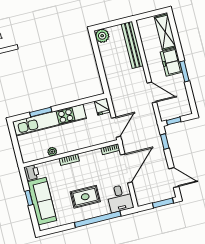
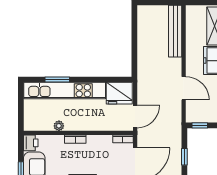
plant: (102, 36) -> (145, 13), removed
fridge: (102, 107) -> (119, 93), width x1.88, depth x1.34
window: (165, 142) -> (184, 157), moved

